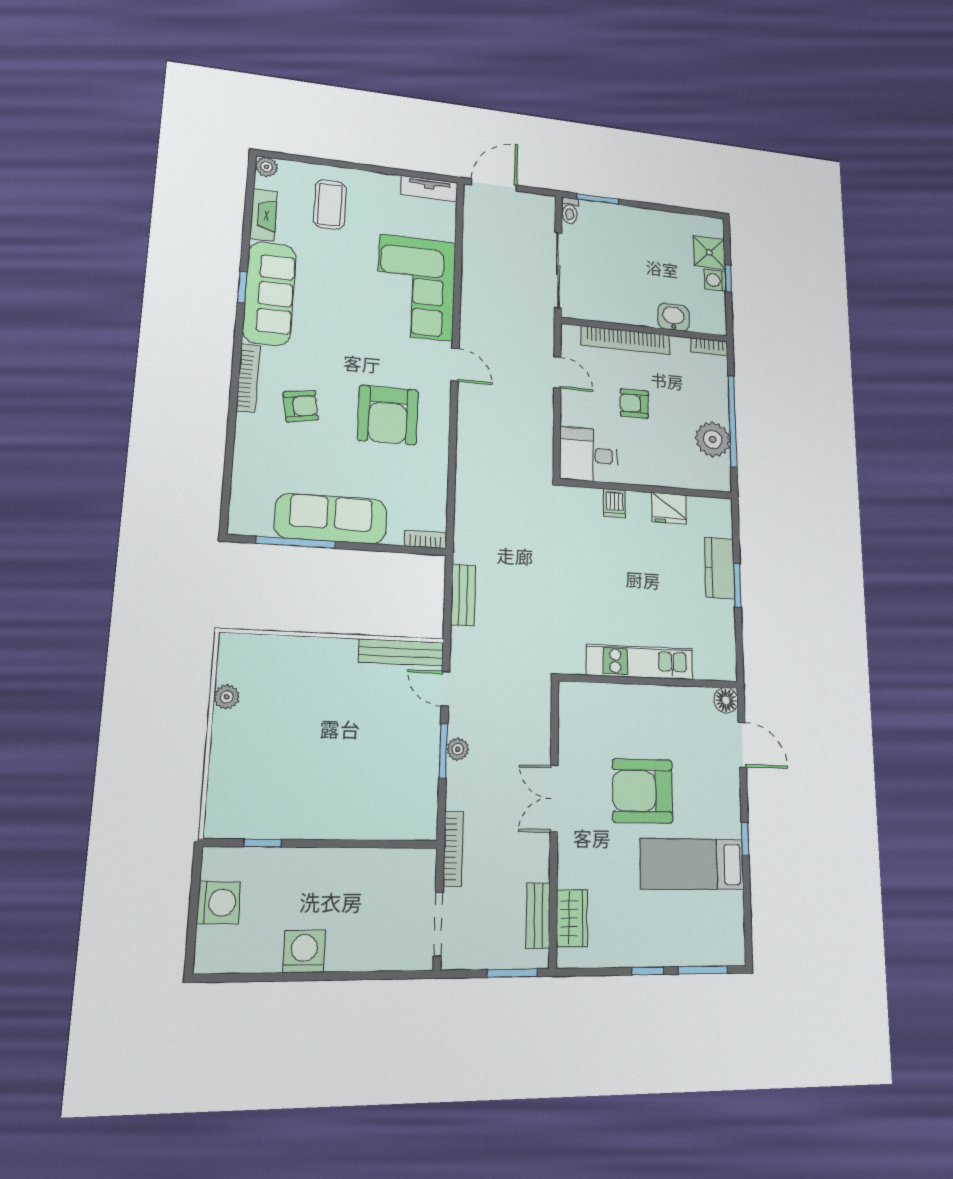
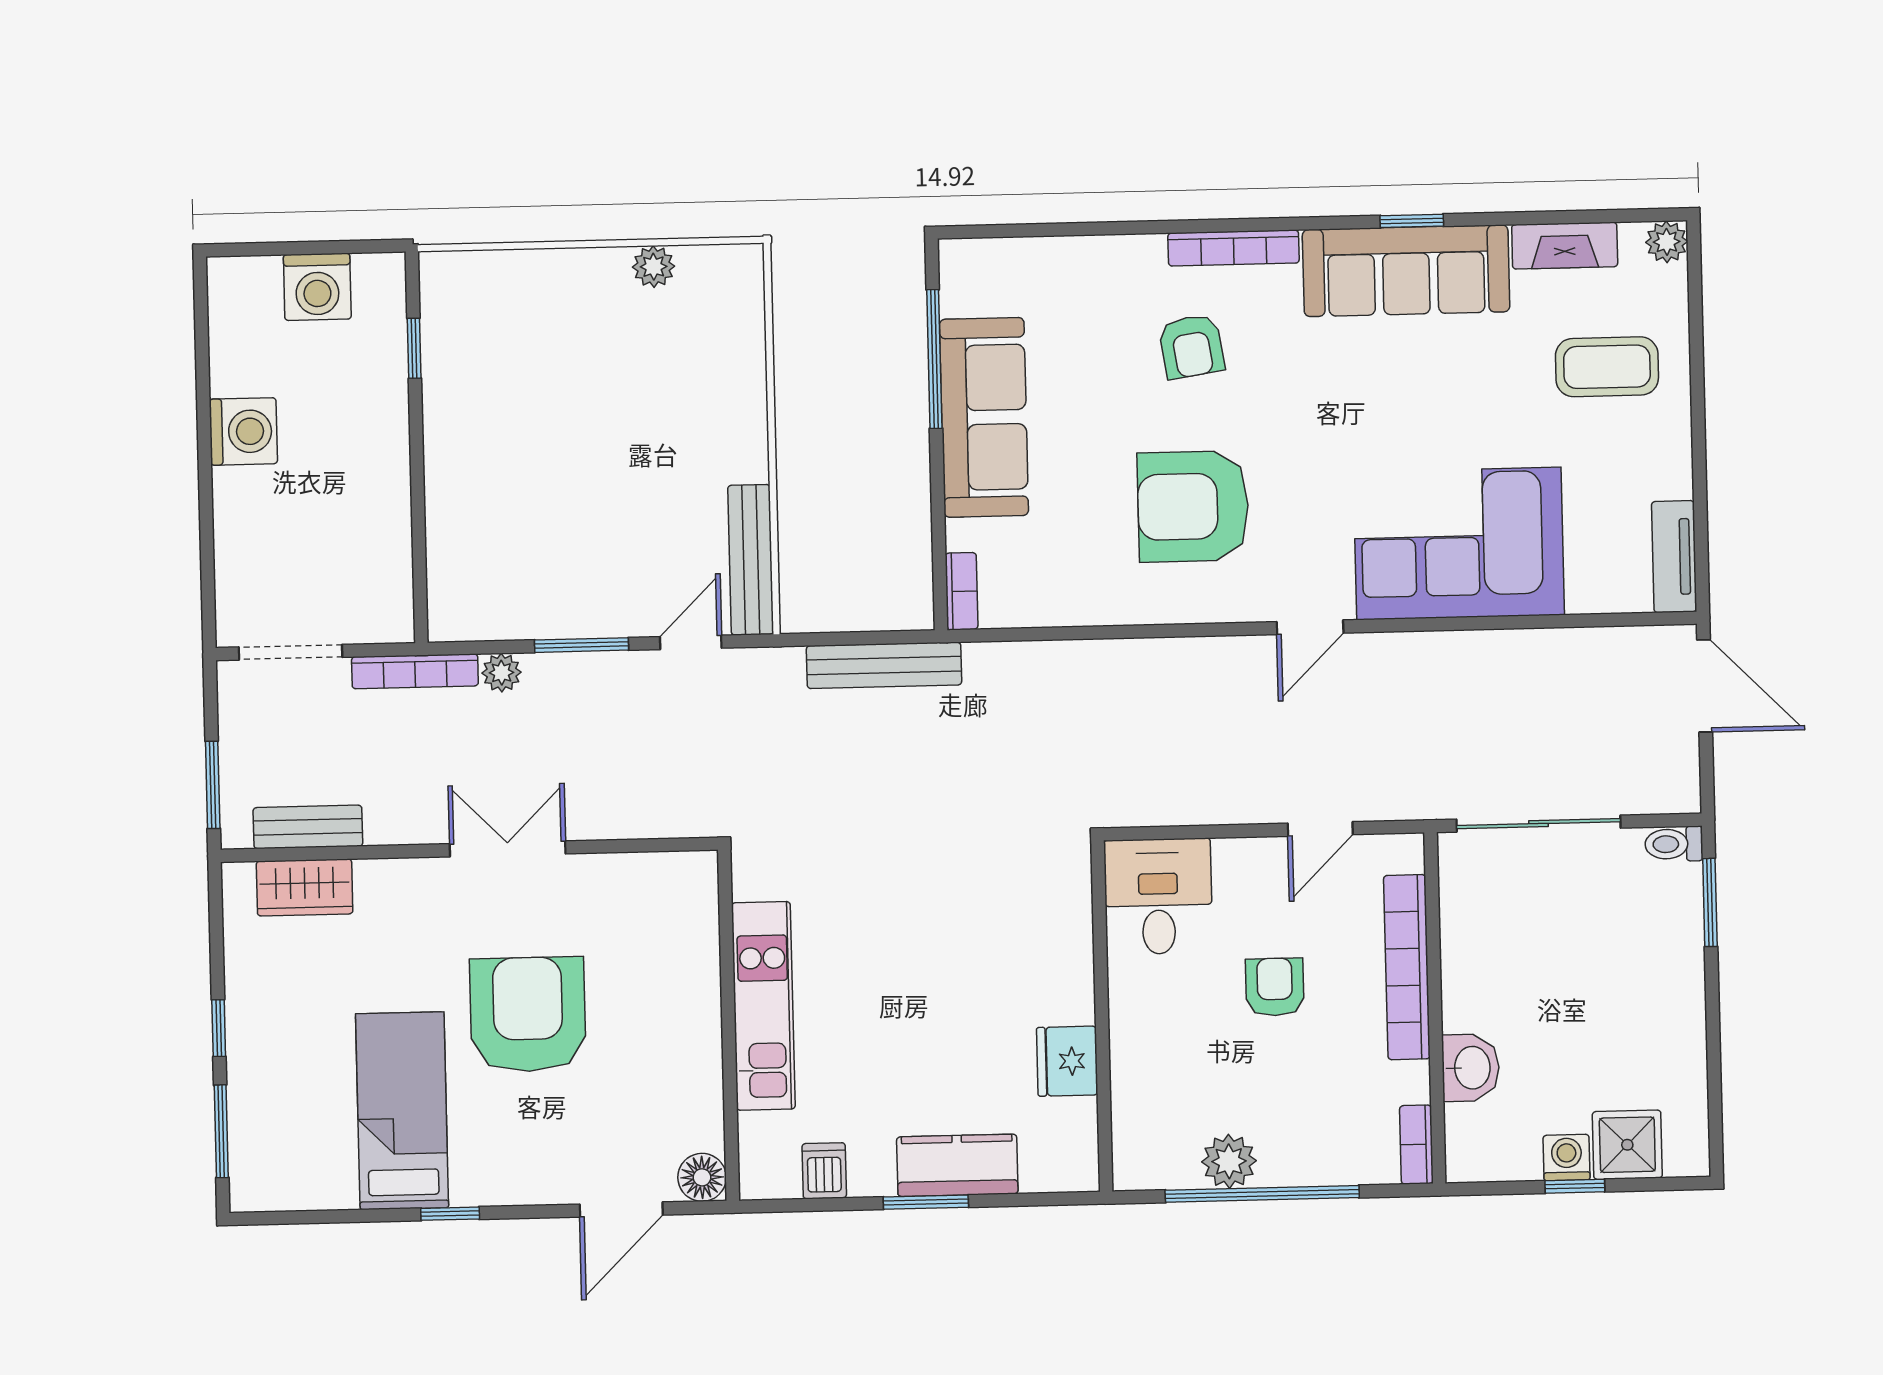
plant: (713, 439) -> (1229, 1161), width x0.73, depth x0.73
dishwasher: (615, 503) -> (824, 1171), moved, turned 90
bench: (463, 595) -> (884, 665), width x1.36
plant: (458, 749) -> (502, 673), moved

